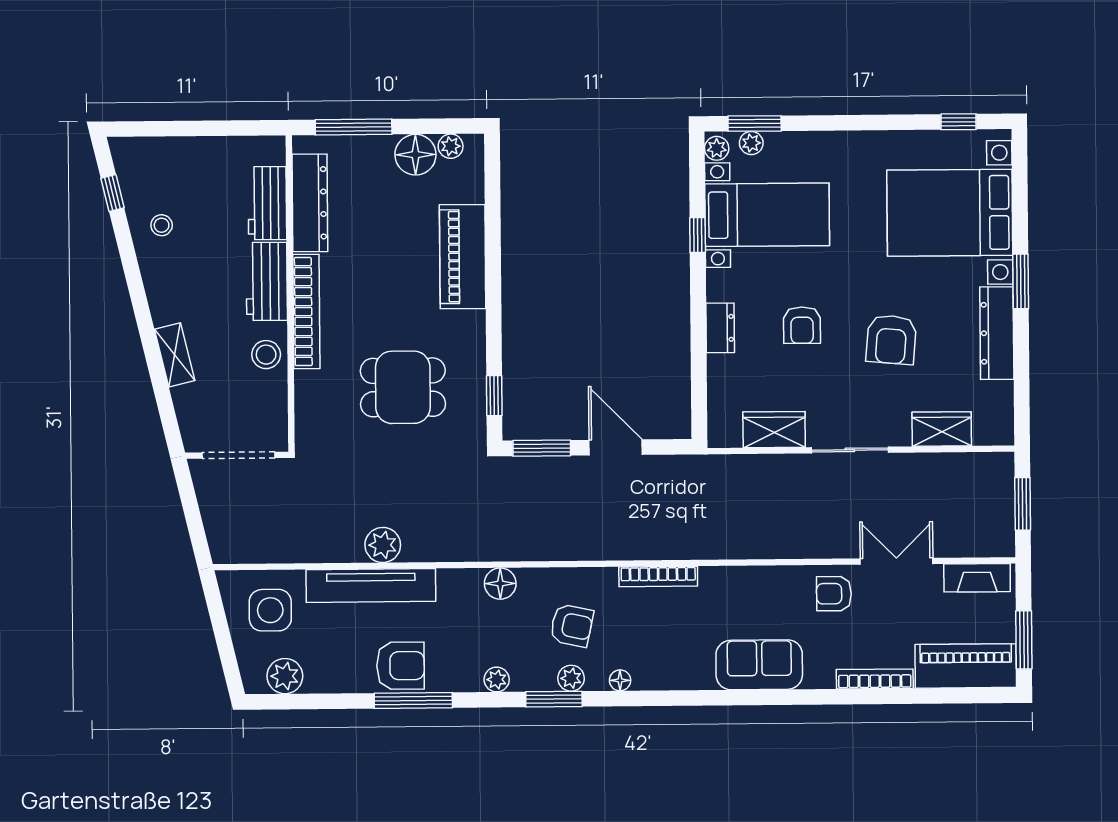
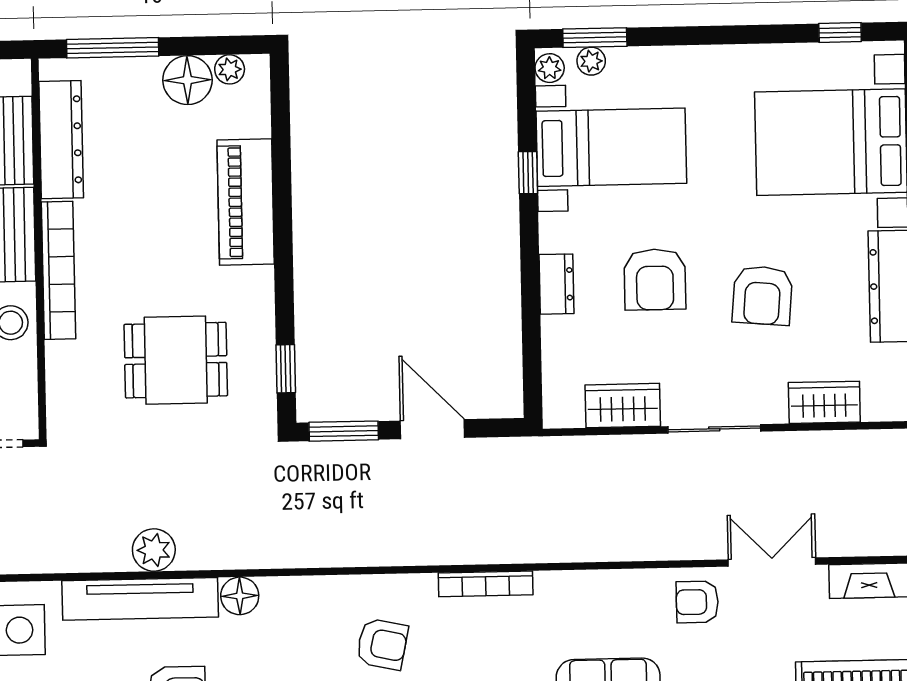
armchair: (802, 325) -> (655, 279), width x1.38, depth x1.38
floor lamp: (500, 584) -> (240, 596), moved

